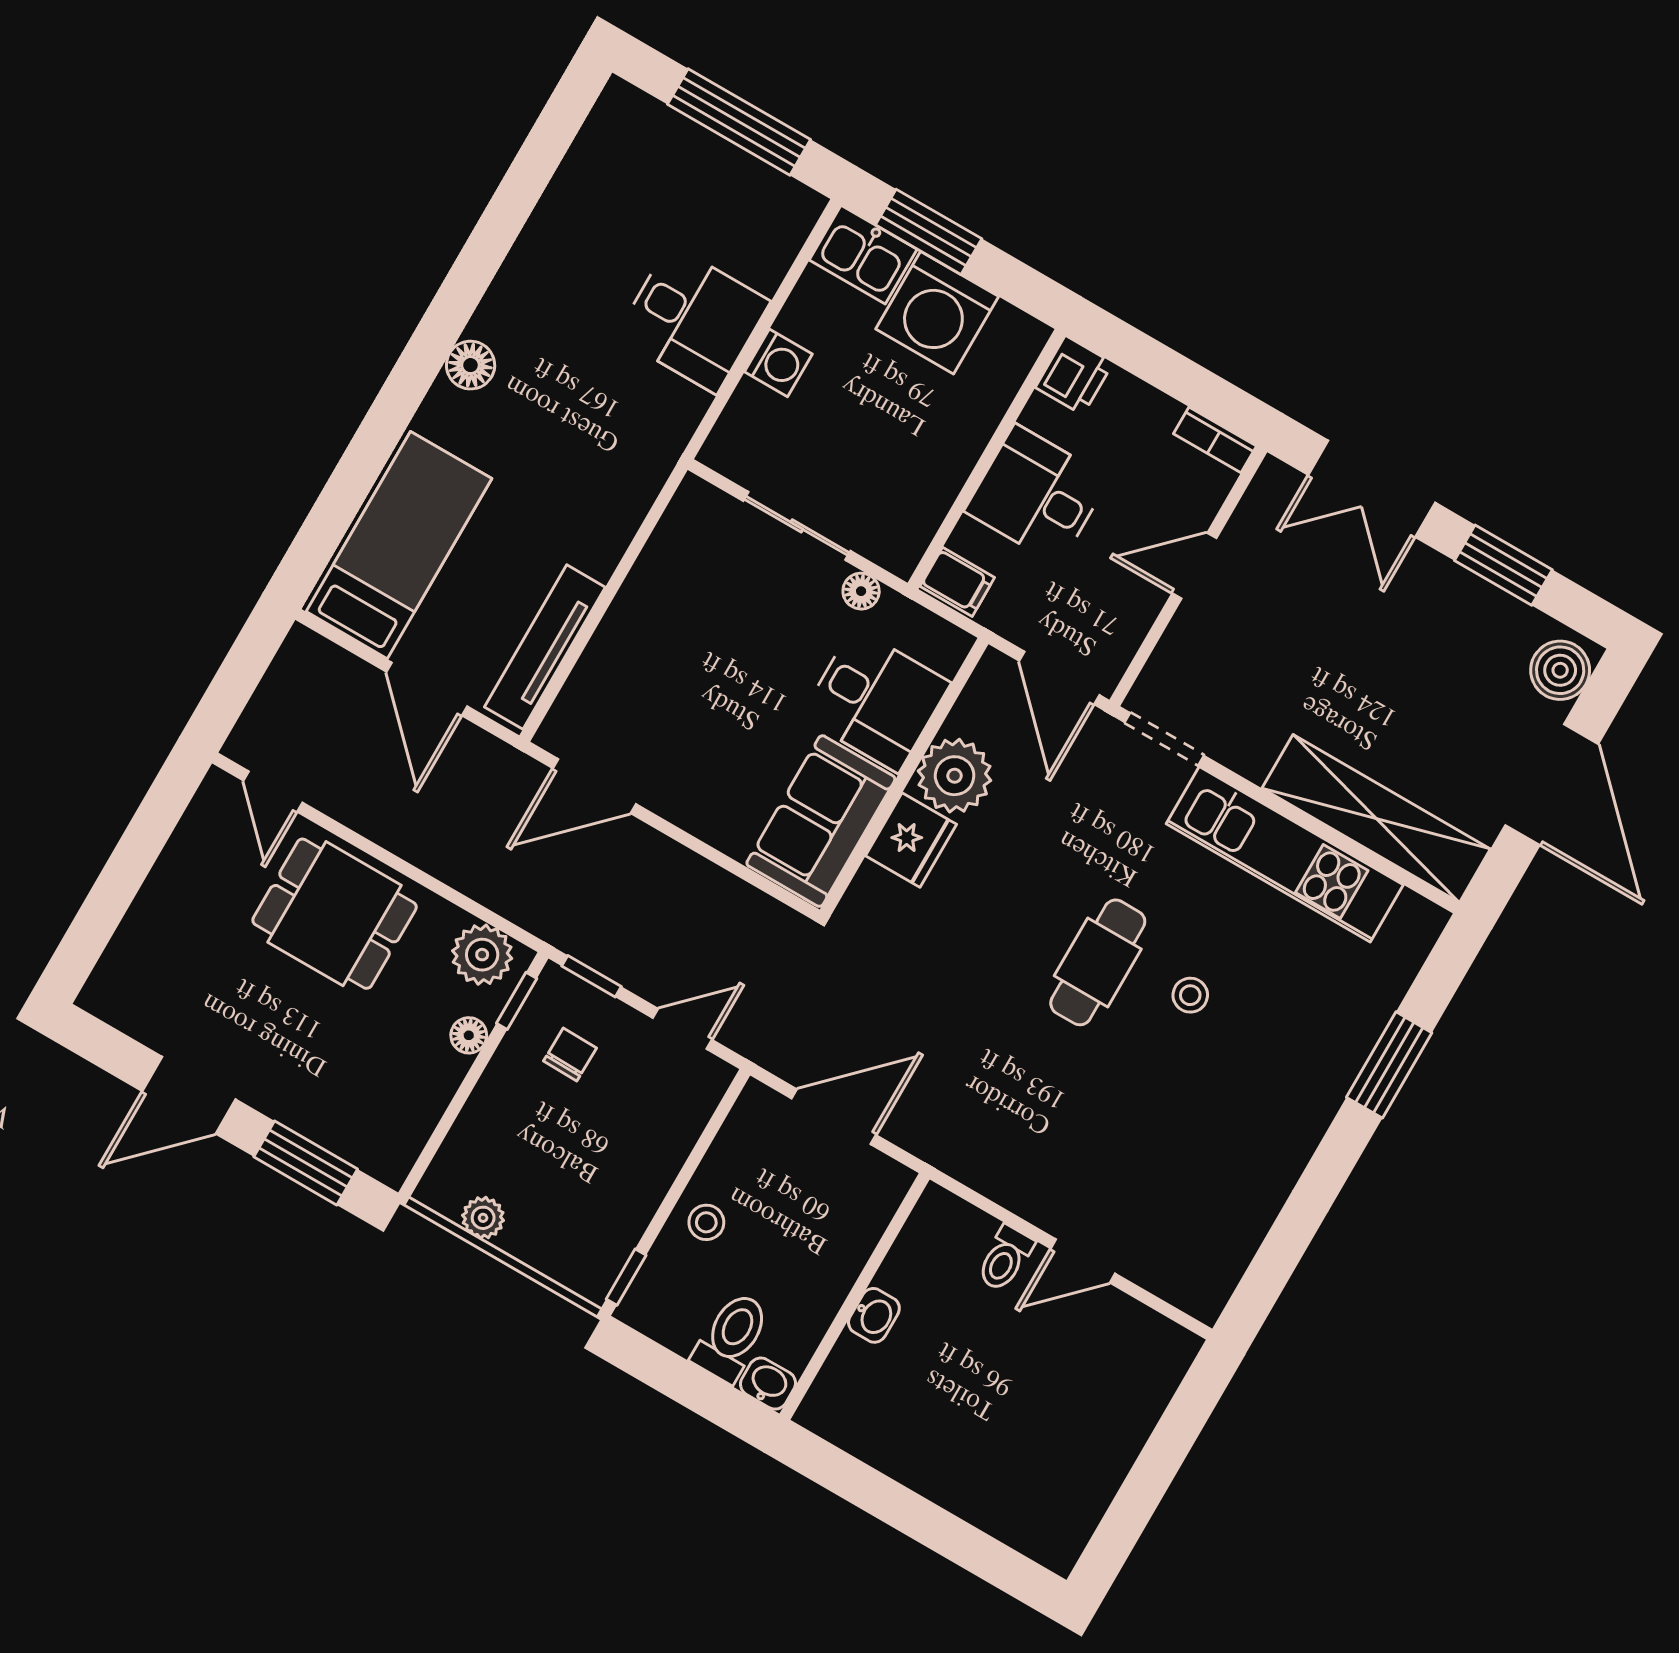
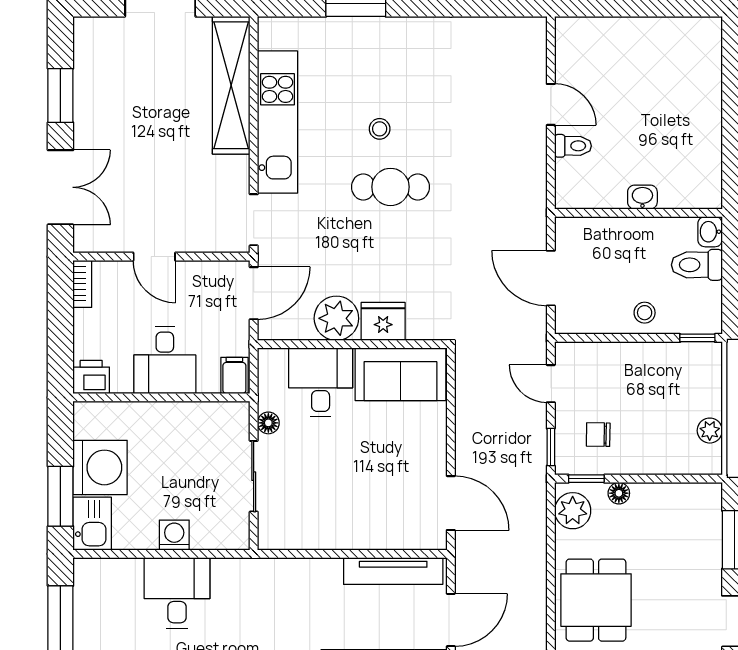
boiler: (1560, 670) -> (98, 34), removed

